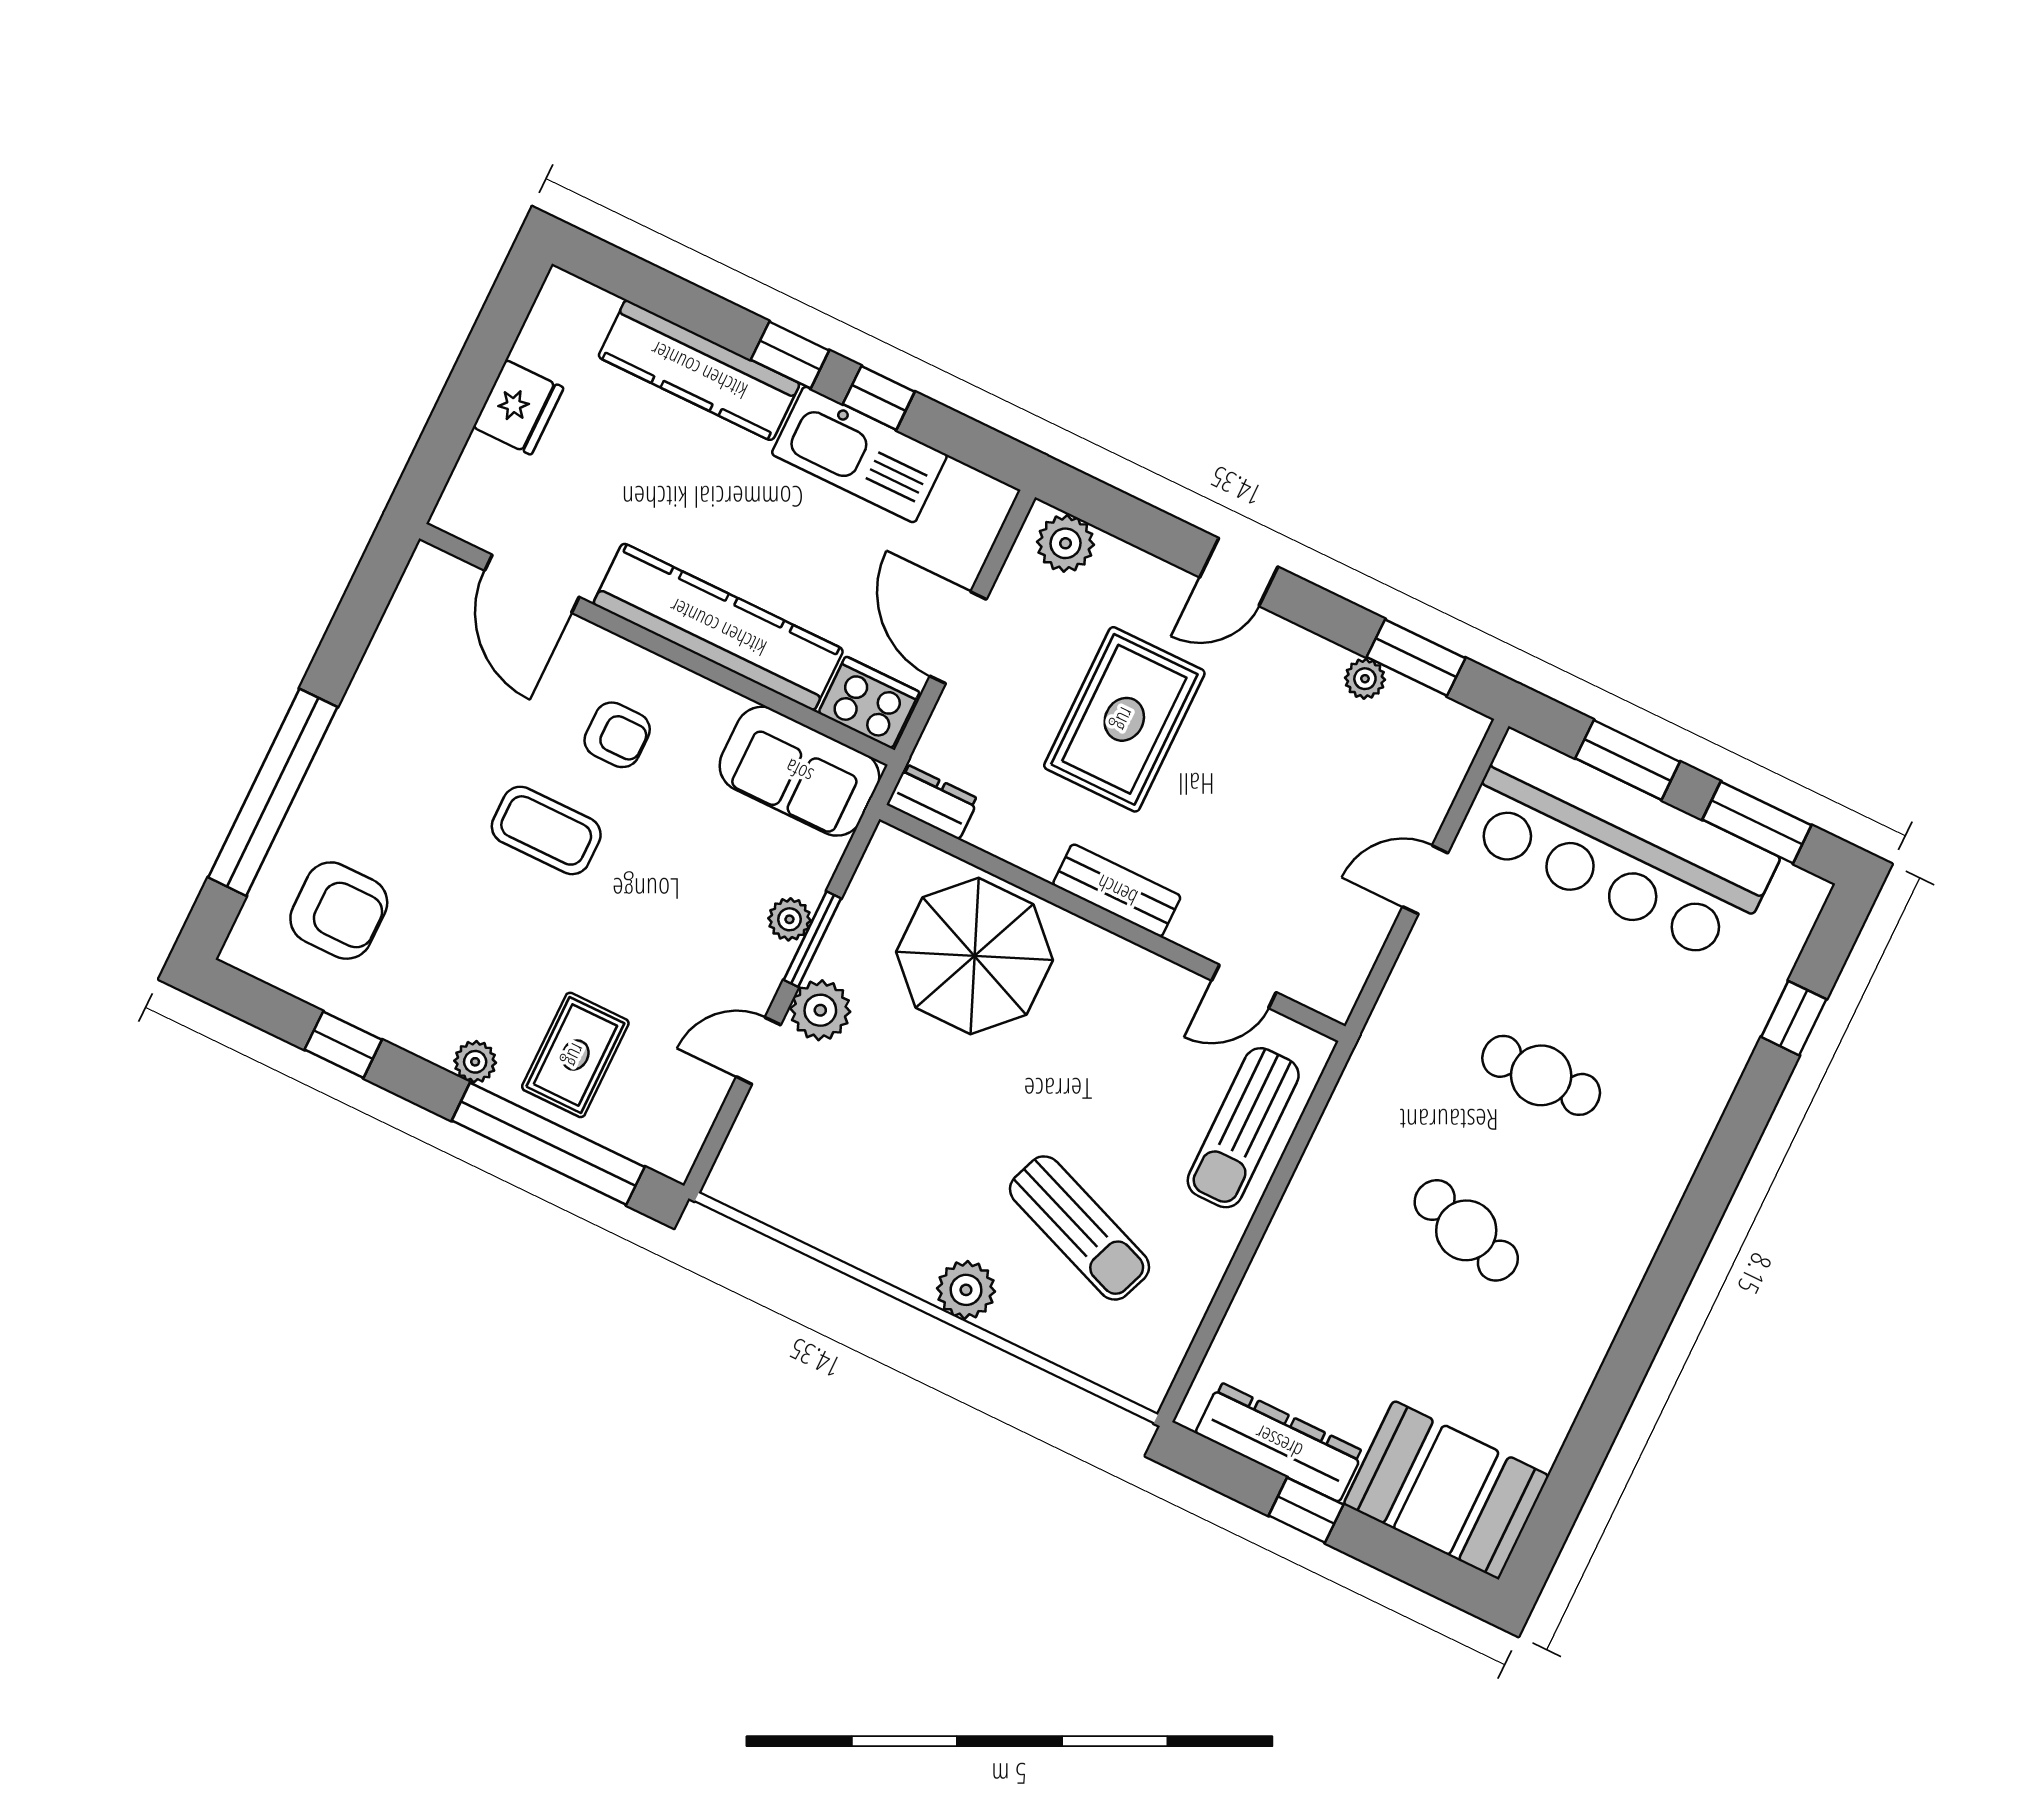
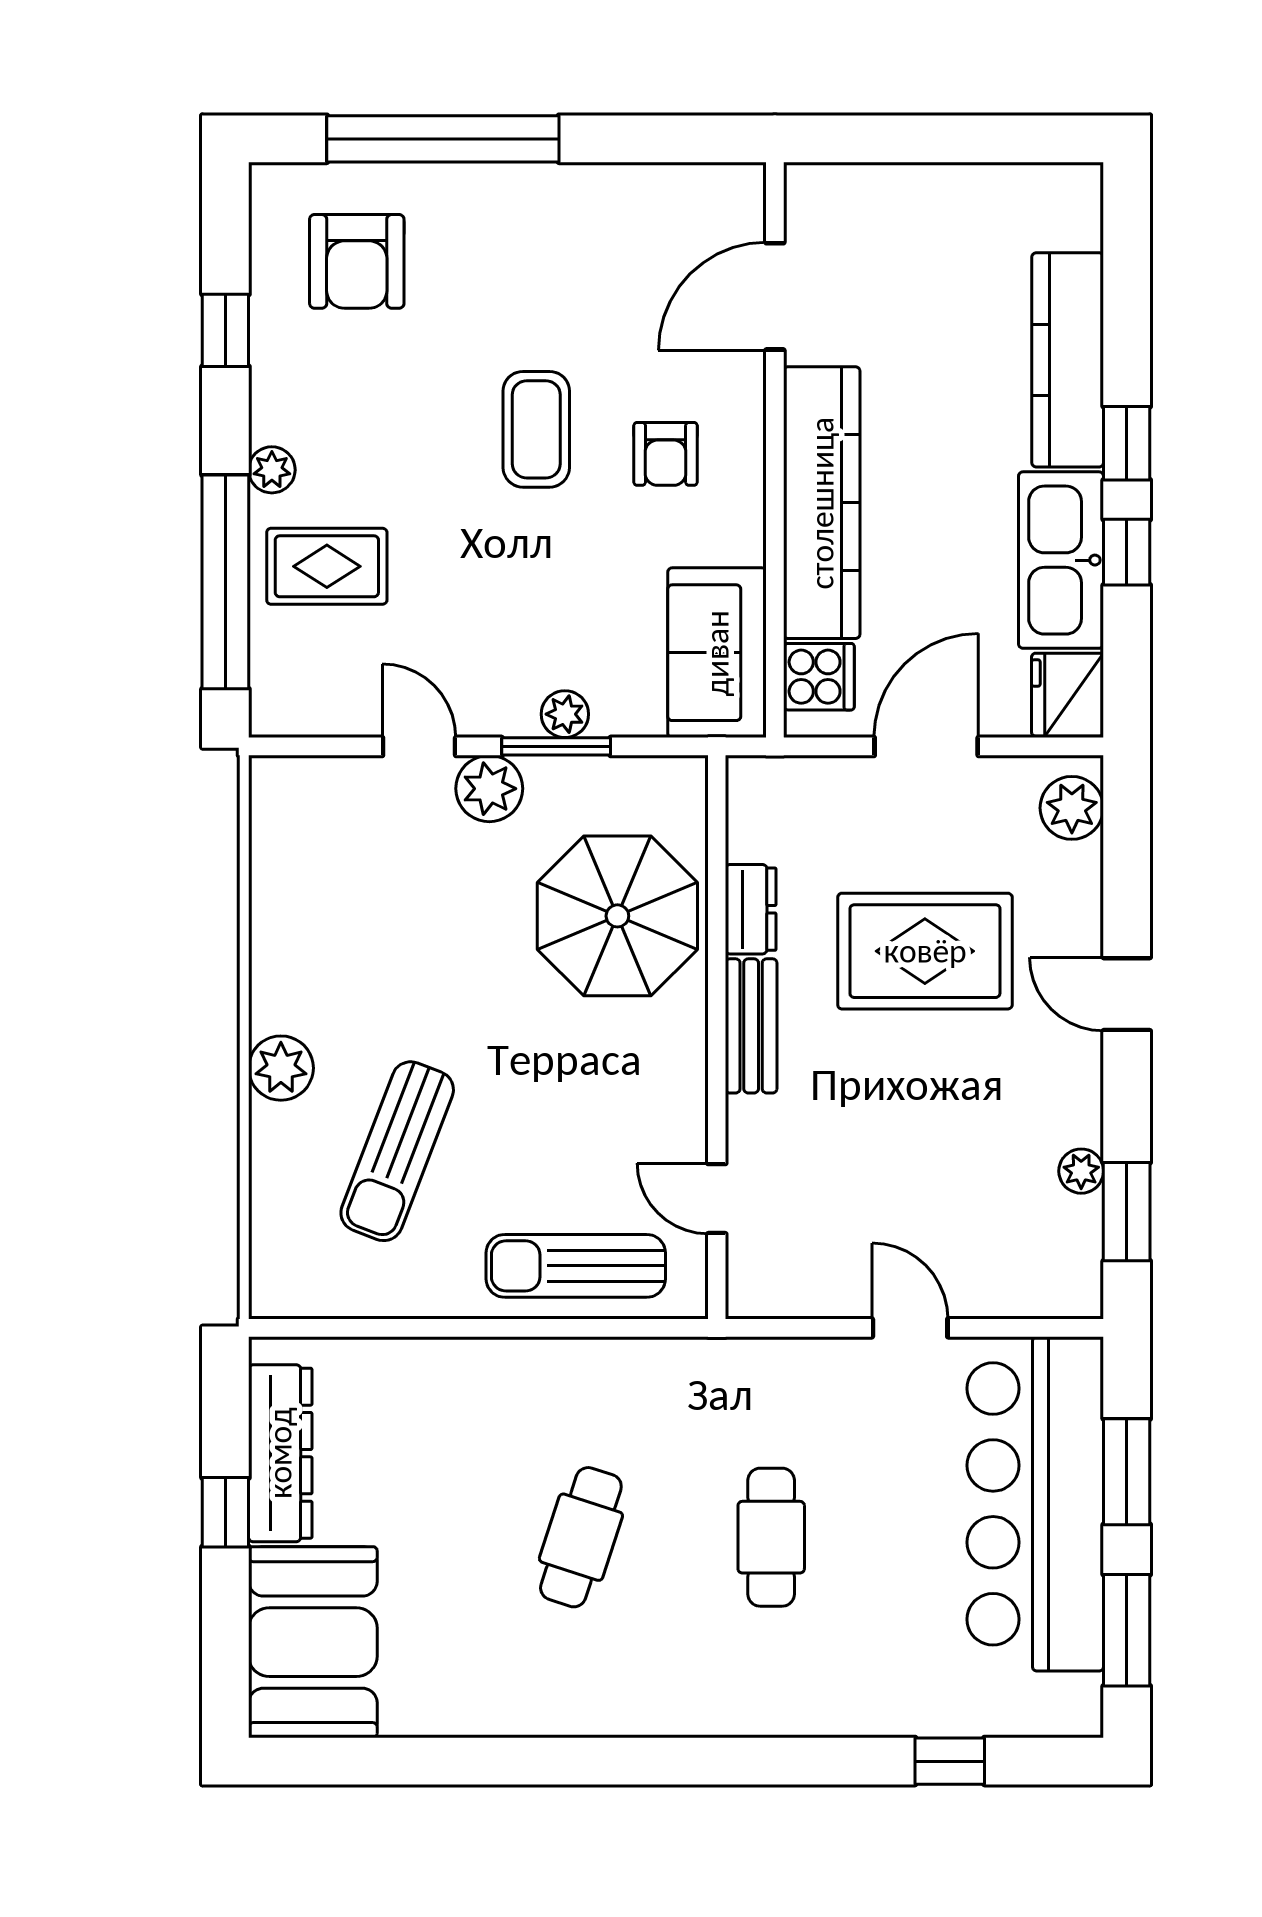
fridge: (518, 407) -> (1068, 695), moved, turned 90
cooker: (869, 702) -> (819, 677), width x0.73
dresser: (933, 802) -> (751, 909), moved

